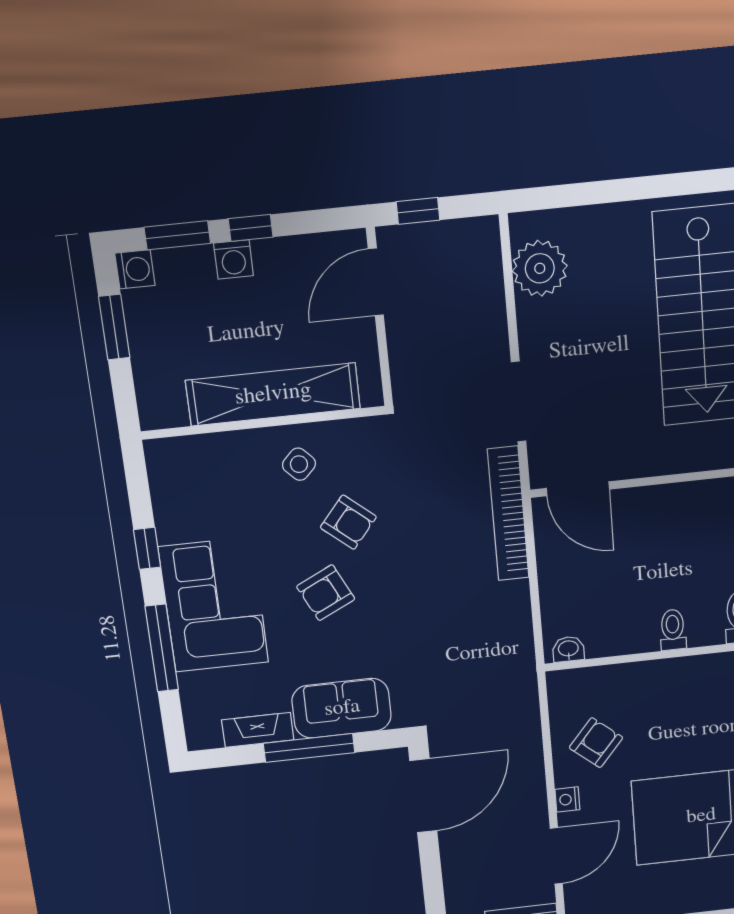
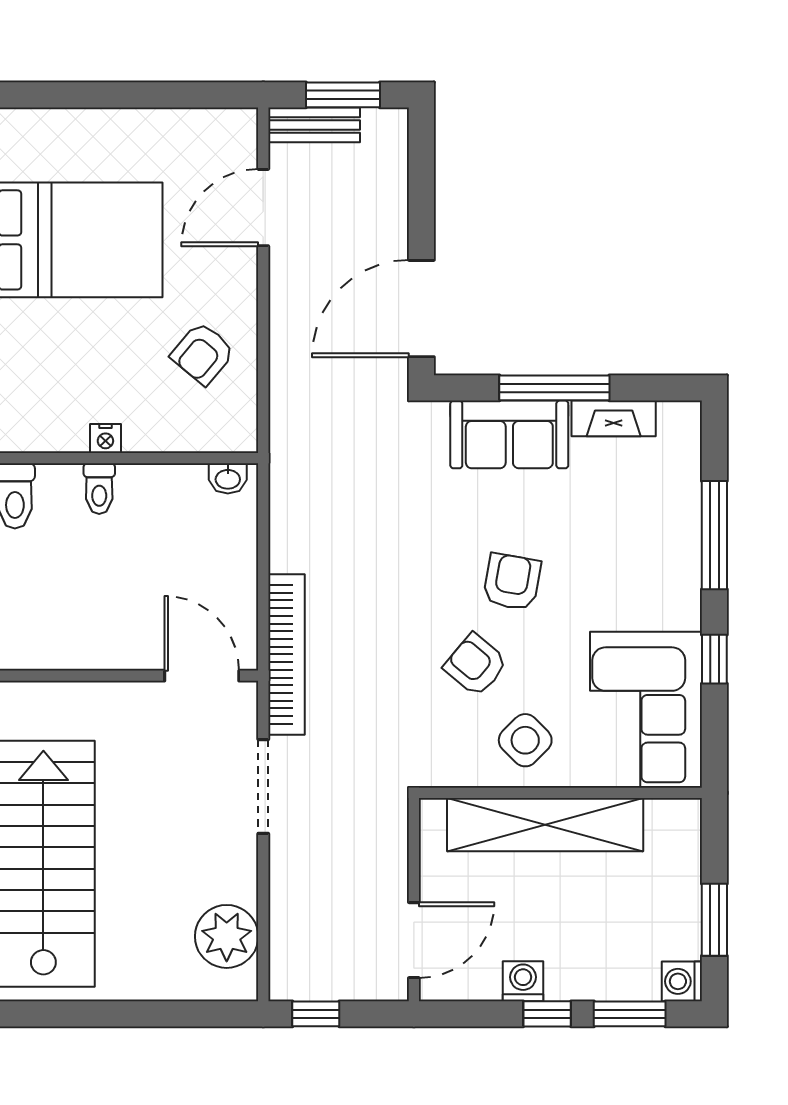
window: (418, 211) -> (316, 1014), moved
washing machine: (233, 259) -> (523, 981), moved
side table: (299, 464) -> (525, 740), width x1.37, depth x1.37
armchair: (326, 593) -> (512, 582), turned -54
corner sofa: (214, 605) -> (646, 710), moved
nightstand: (567, 799) -> (105, 439), moved, turned 90

